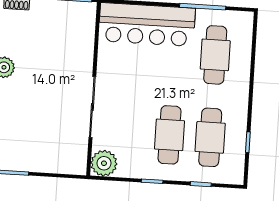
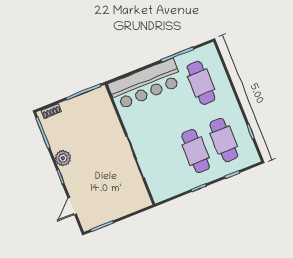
plant: (104, 163) -> (161, 191), removed

